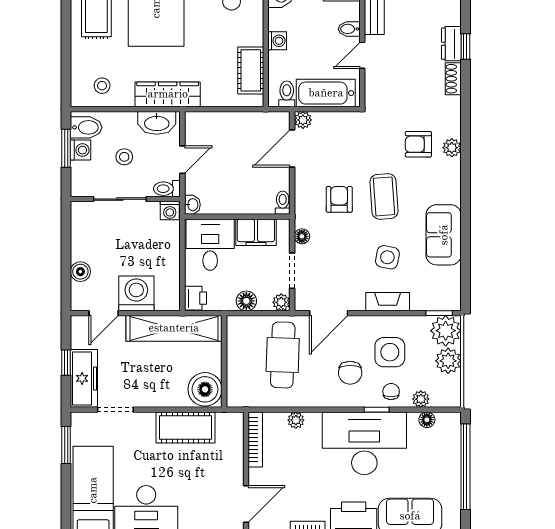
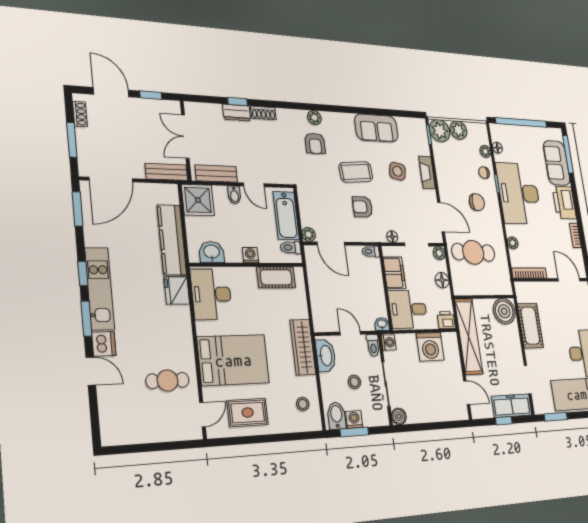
boiler: (80, 272) -> (399, 416), moved
washing machine: (136, 293) -> (430, 347), moved, turned -90
side table: (390, 352) -> (459, 172), removed

